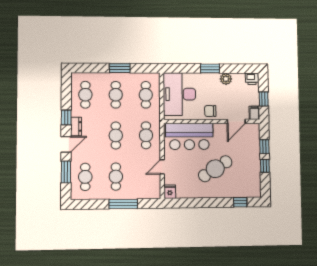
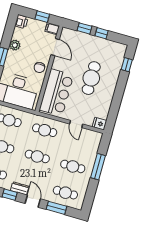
cafe table: (215, 169) -> (91, 78), turned 32

